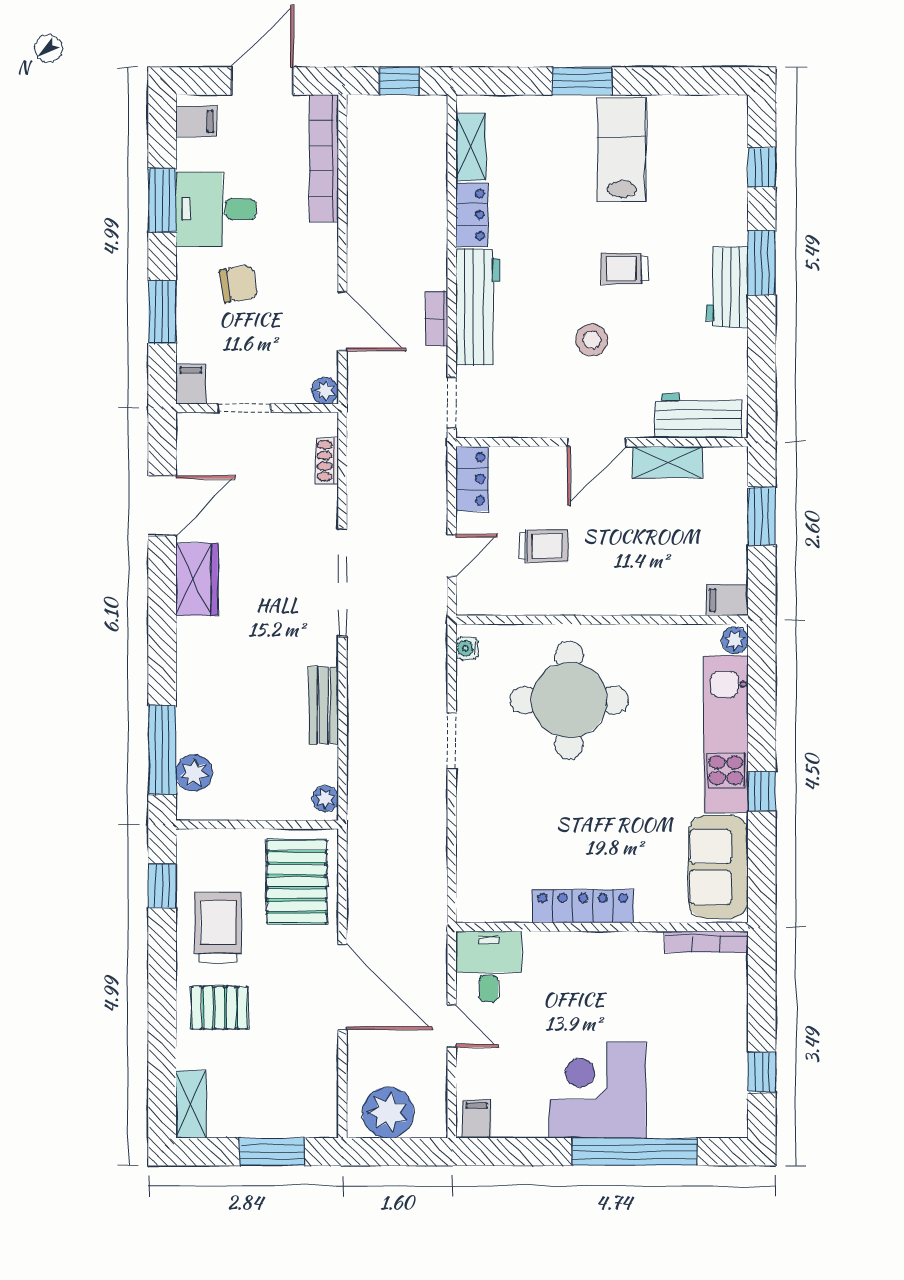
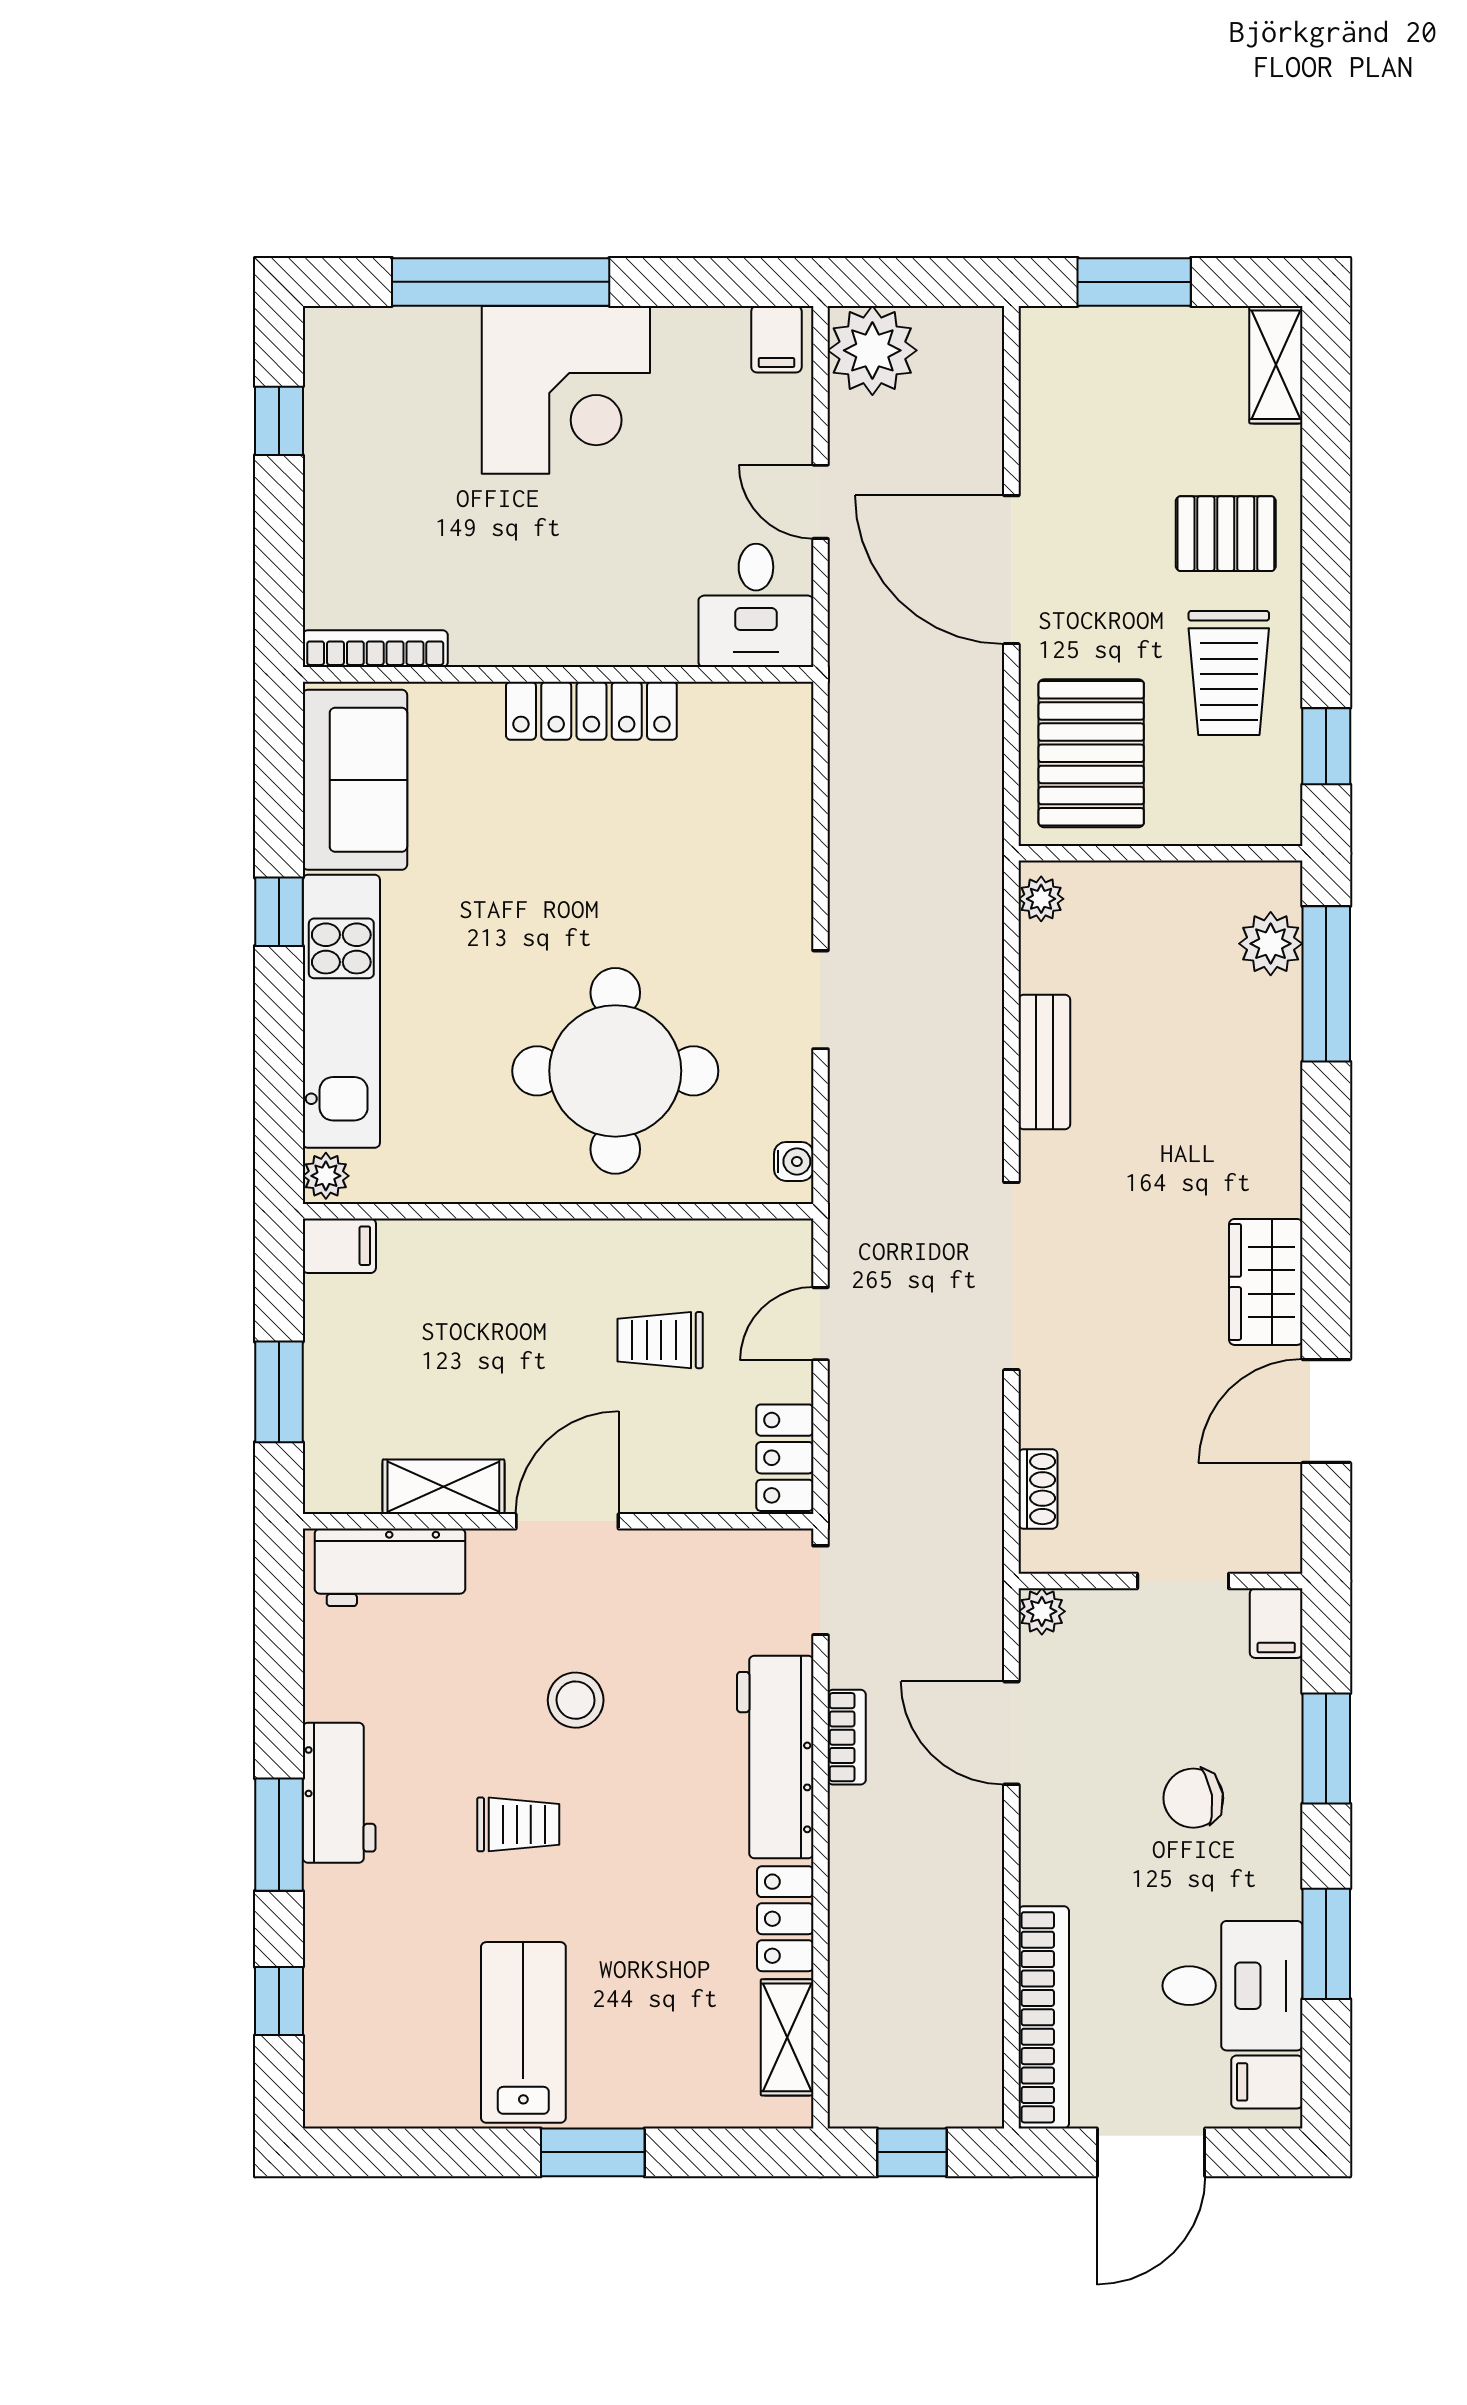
lab bench: (622, 150) -> (523, 2032), turned 180
desk: (216, 209) -> (1232, 1986), moved
plant: (388, 1113) -> (872, 350), moved

